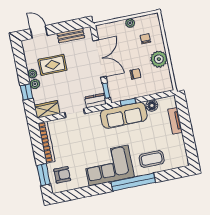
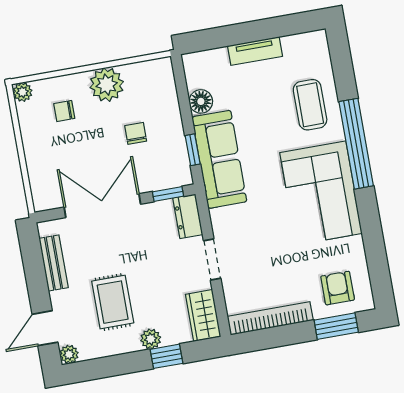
plant: (130, 23) -> (23, 92), moved
plant: (32, 74) -> (69, 354), moved
tv unit: (175, 121) -> (255, 51), moved

